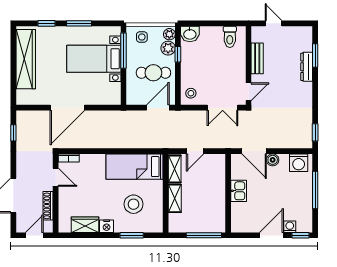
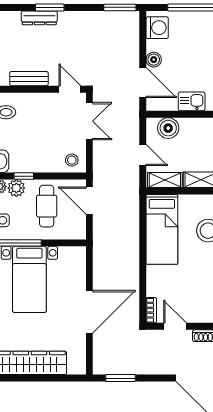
window: (315, 56) -> (50, 7), moved
door: (67, 108) -> (89, 312), hinge flipped
window: (315, 132) -> (120, 7), width x1.50
window: (13, 133) -> (121, 378), width x1.50
door: (254, 151) -> (143, 82), hinge flipped
boiler: (217, 172) -> (168, 128), added
door: (56, 177) -> (175, 326), hinge flipped

